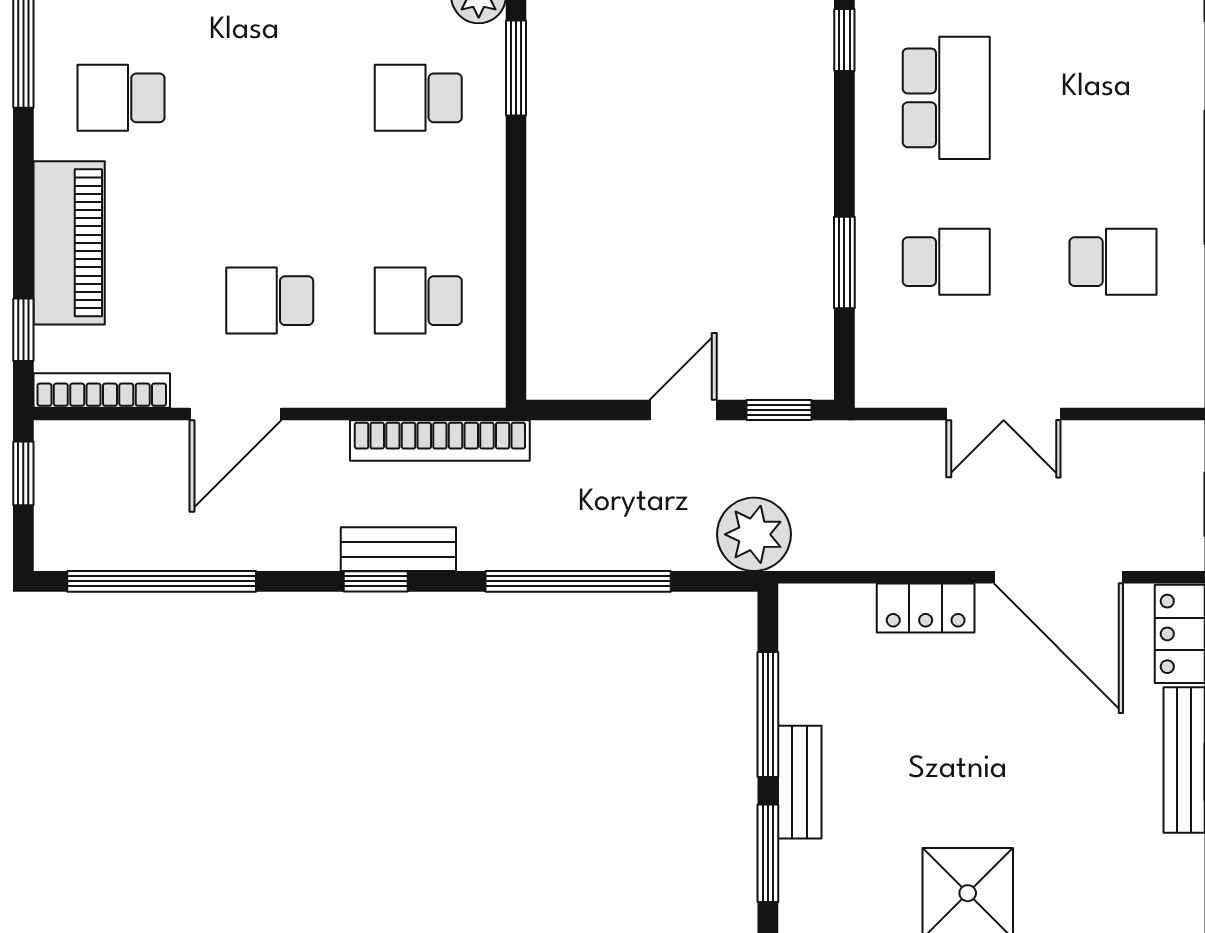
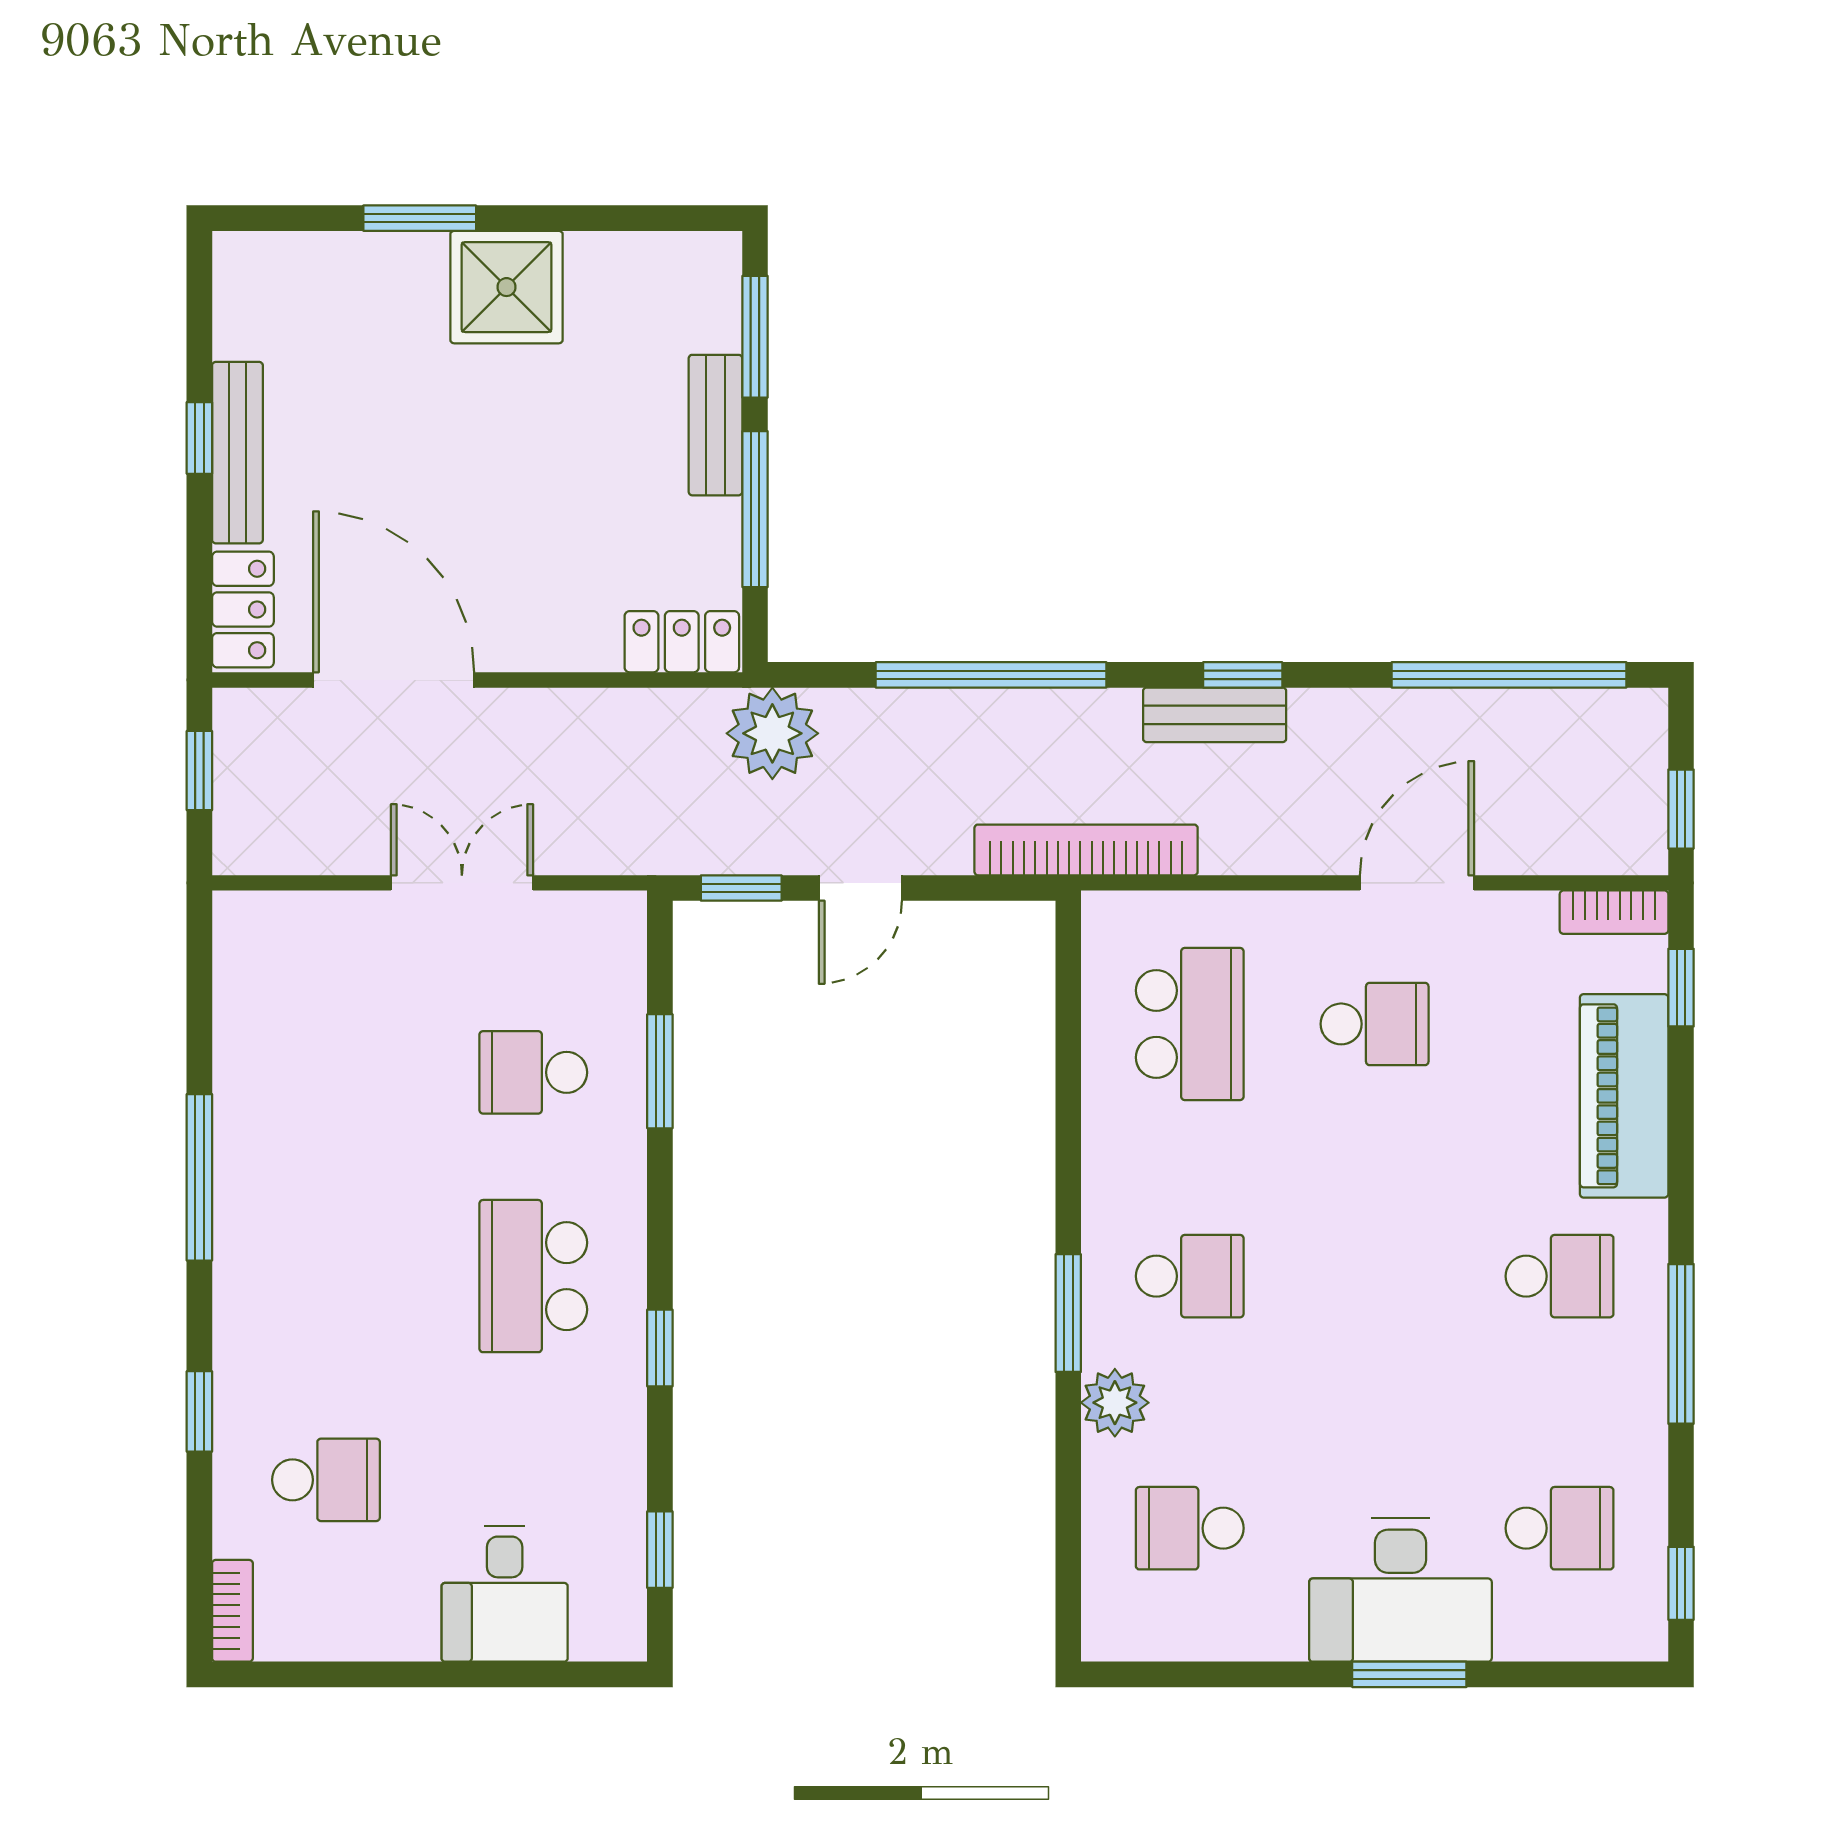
school desk: (1113, 262) -> (326, 1072), removed
school desk: (418, 301) -> (1190, 1024), width x1.85
bookcase: (102, 390) -> (1614, 912), width x0.64
bookcase: (440, 441) -> (1086, 850), moved
locker: (926, 608) -> (682, 642), moved

